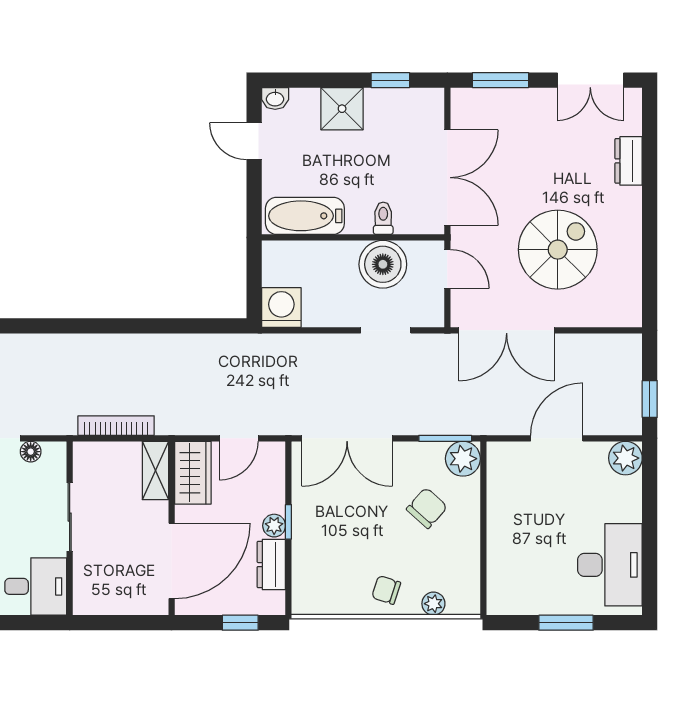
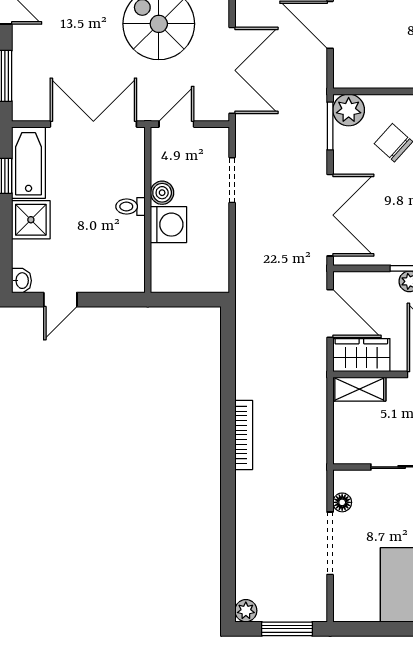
bathtub: (305, 216) -> (29, 163), moved, turned 180
toilet: (383, 218) -> (130, 206), moved
boiler: (383, 264) -> (162, 193), width x0.54, depth x0.54
washing machine: (281, 308) -> (168, 225), moved, turned 180
bookcase: (116, 426) -> (244, 435), moved, turned 180
door: (239, 438) -> (330, 313), width x1.38

